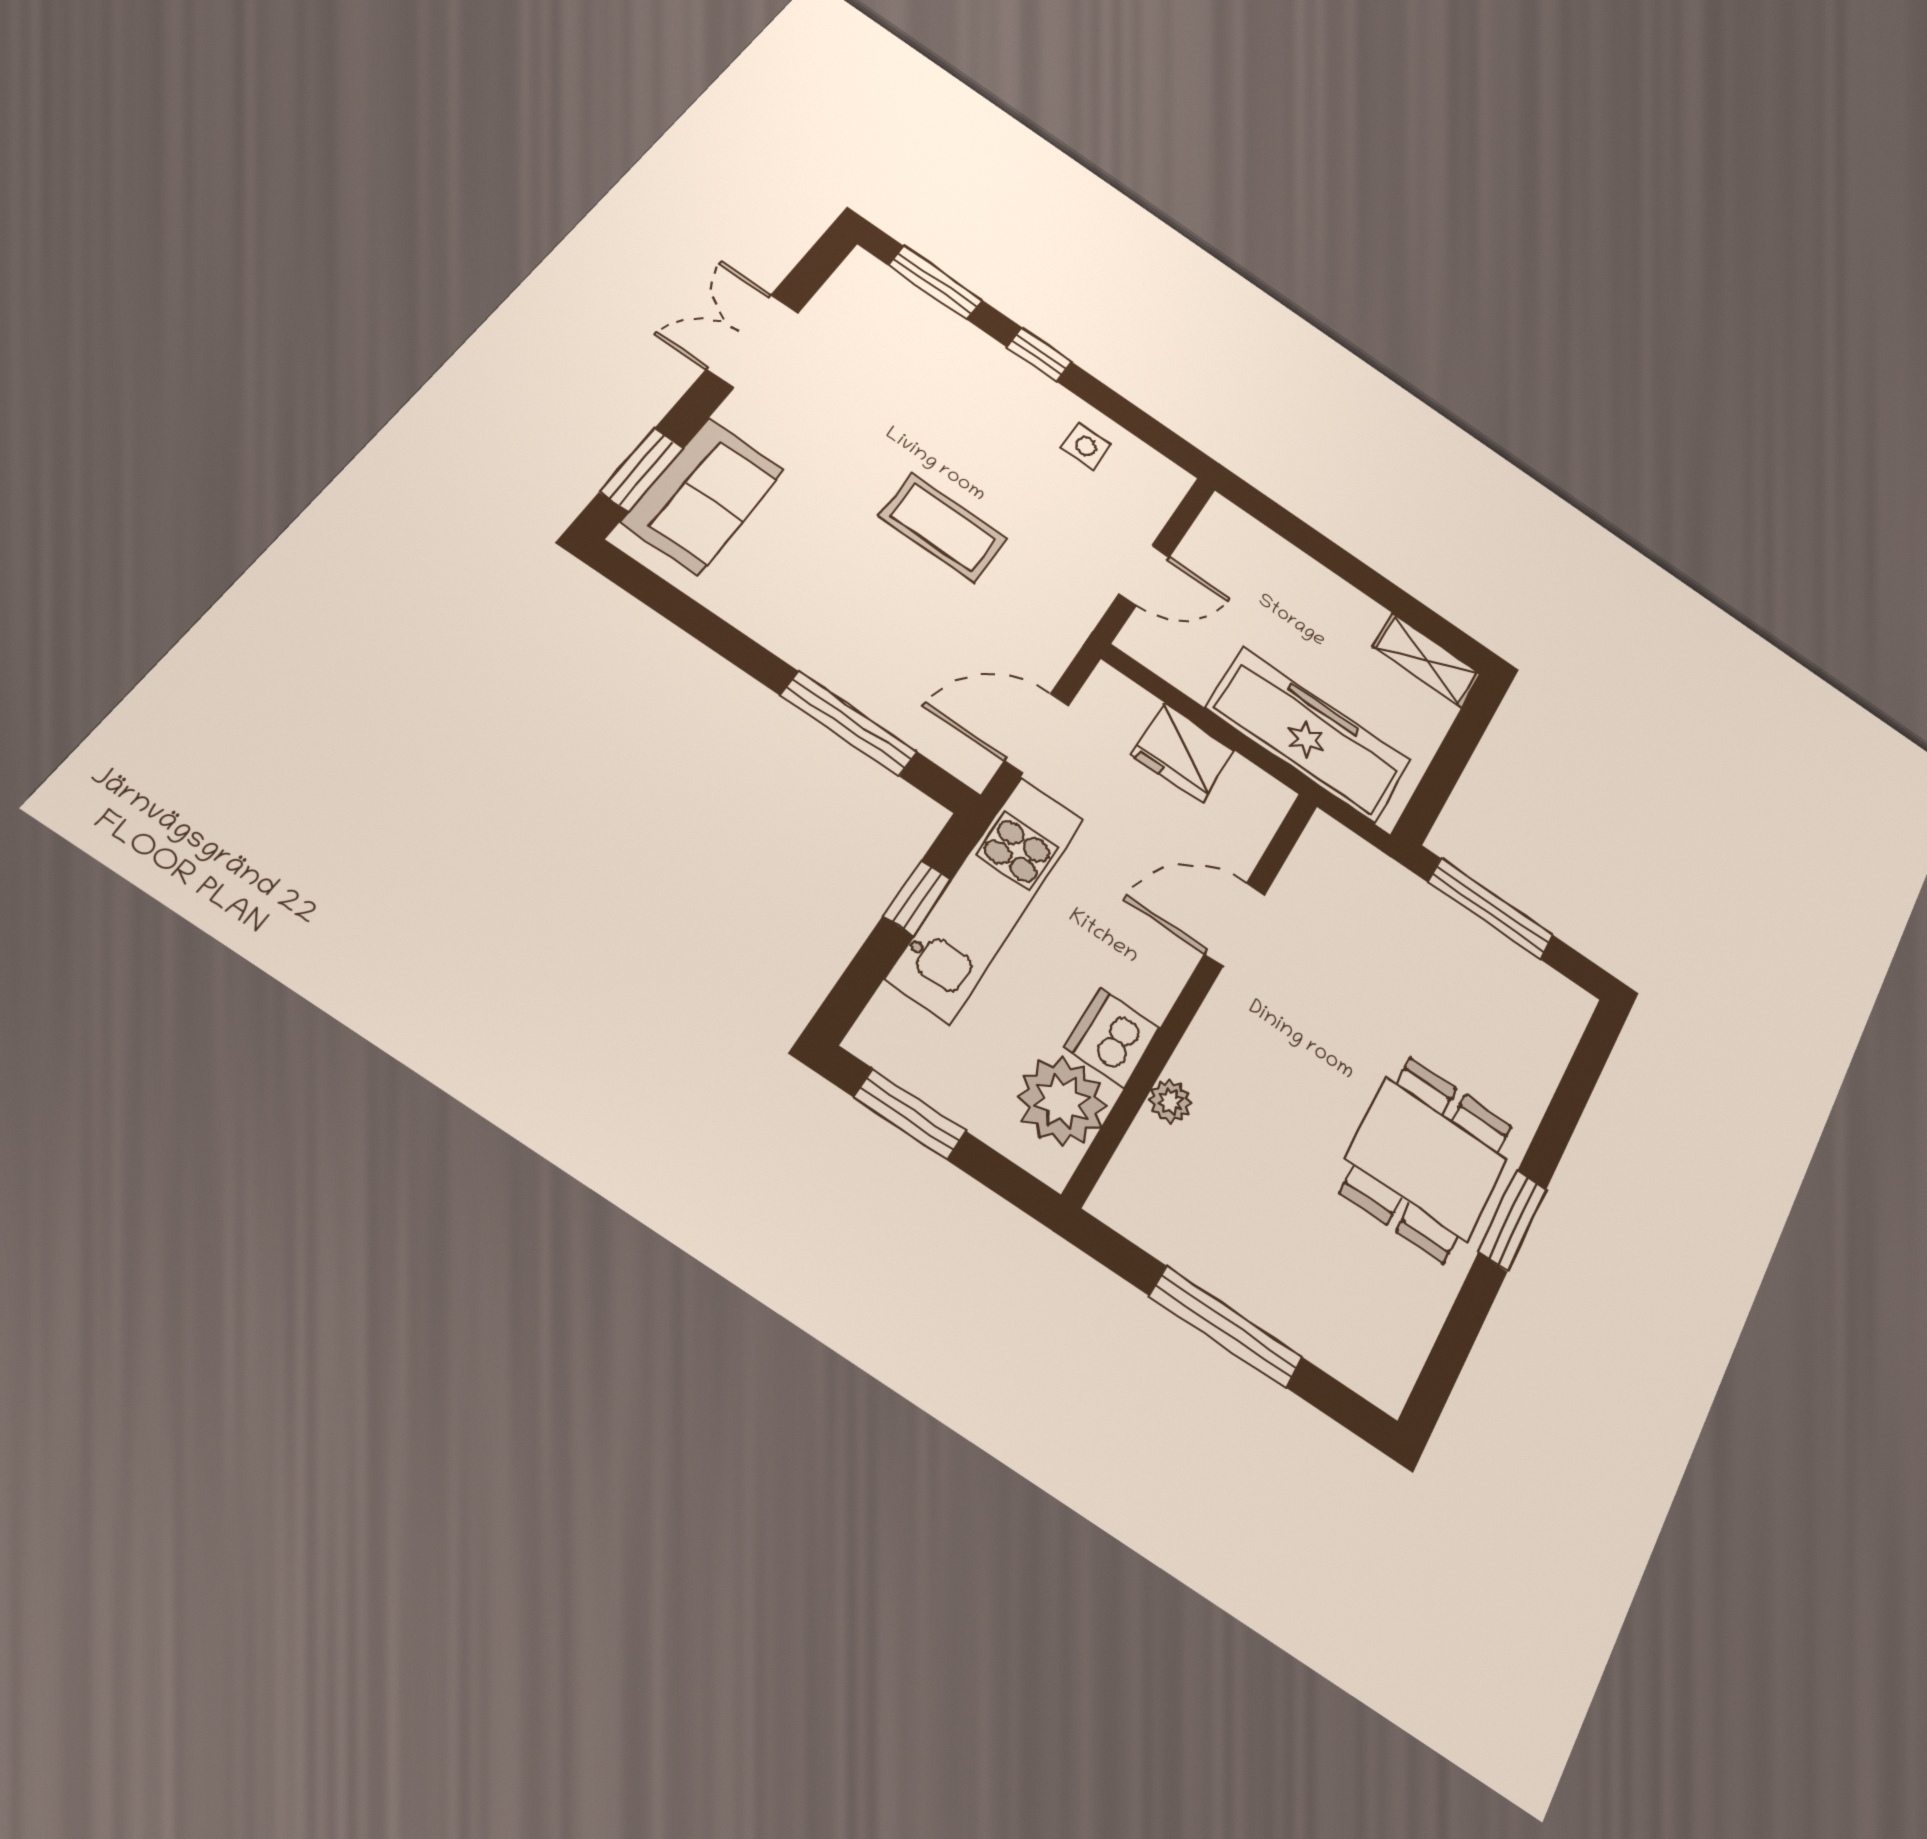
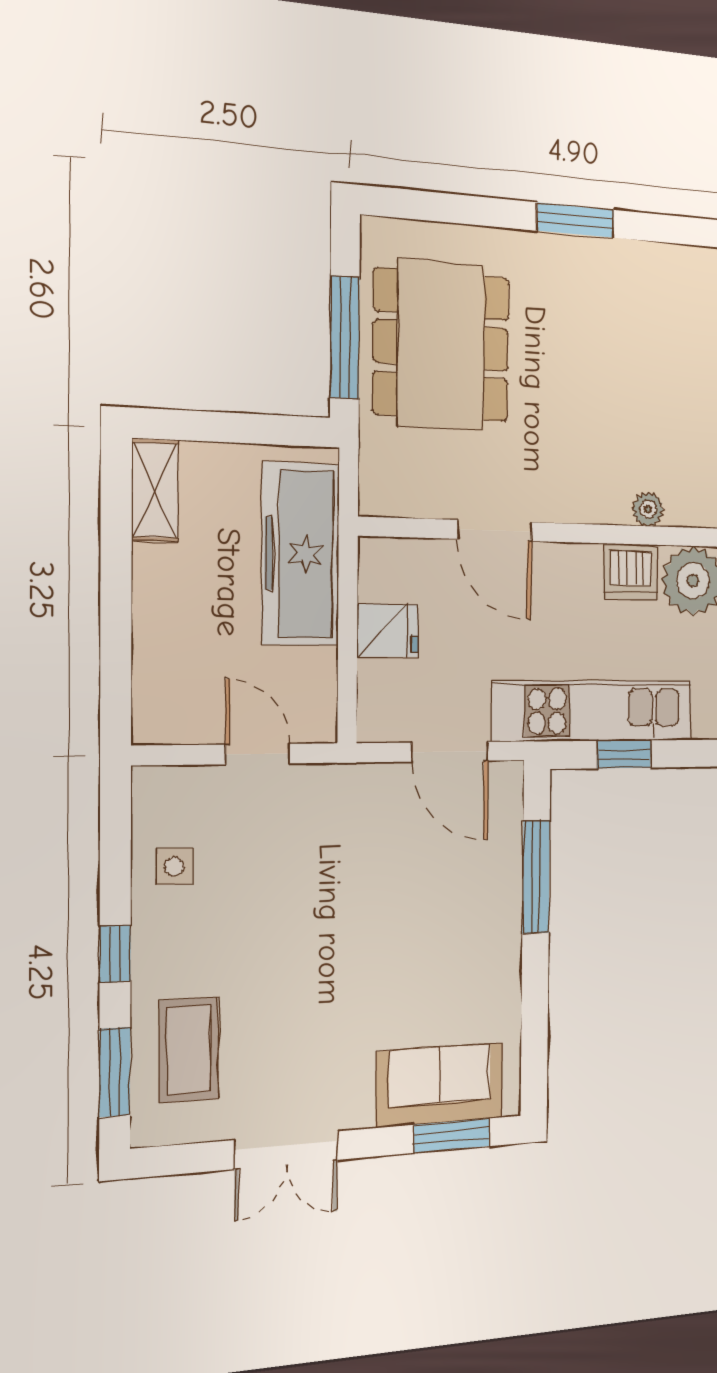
coffee table: (943, 528) -> (189, 1050), moved
fridge: (1183, 752) -> (388, 630), width x0.72
dining table: (1427, 1159) -> (441, 345), moved, width x1.38

